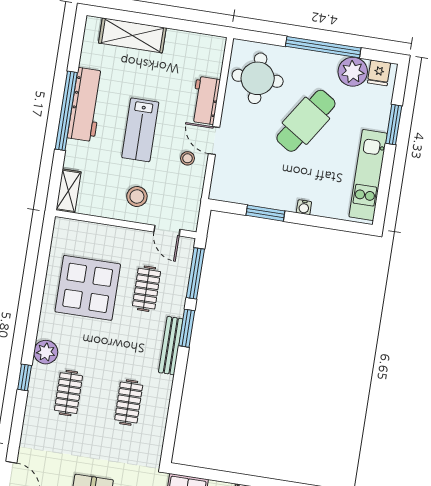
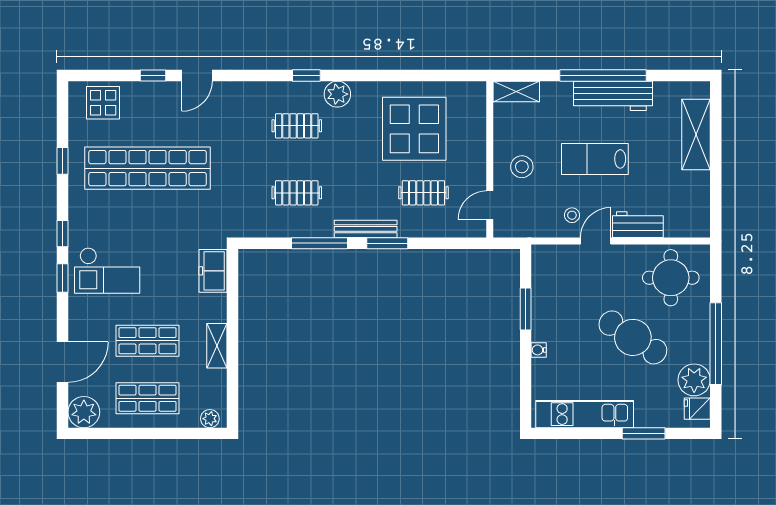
window: (195, 273) -> (319, 243), moved

